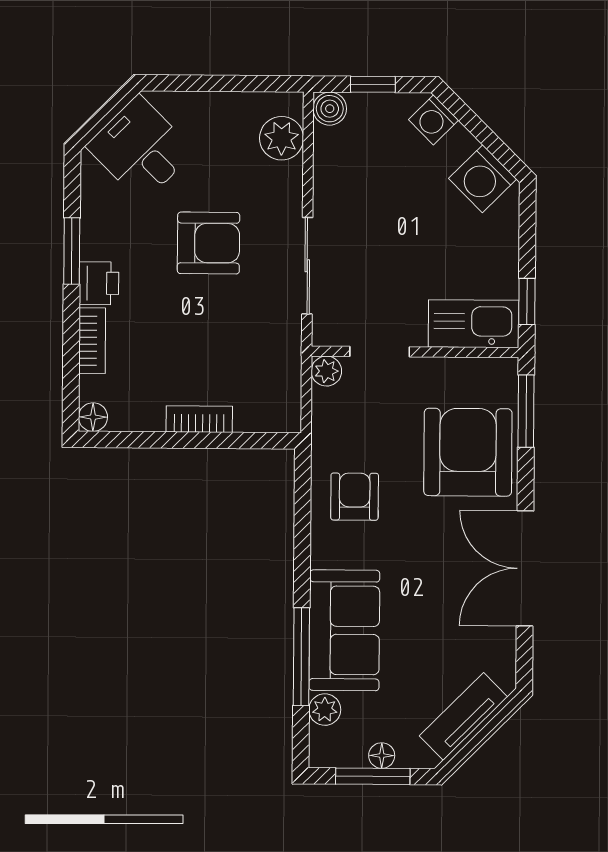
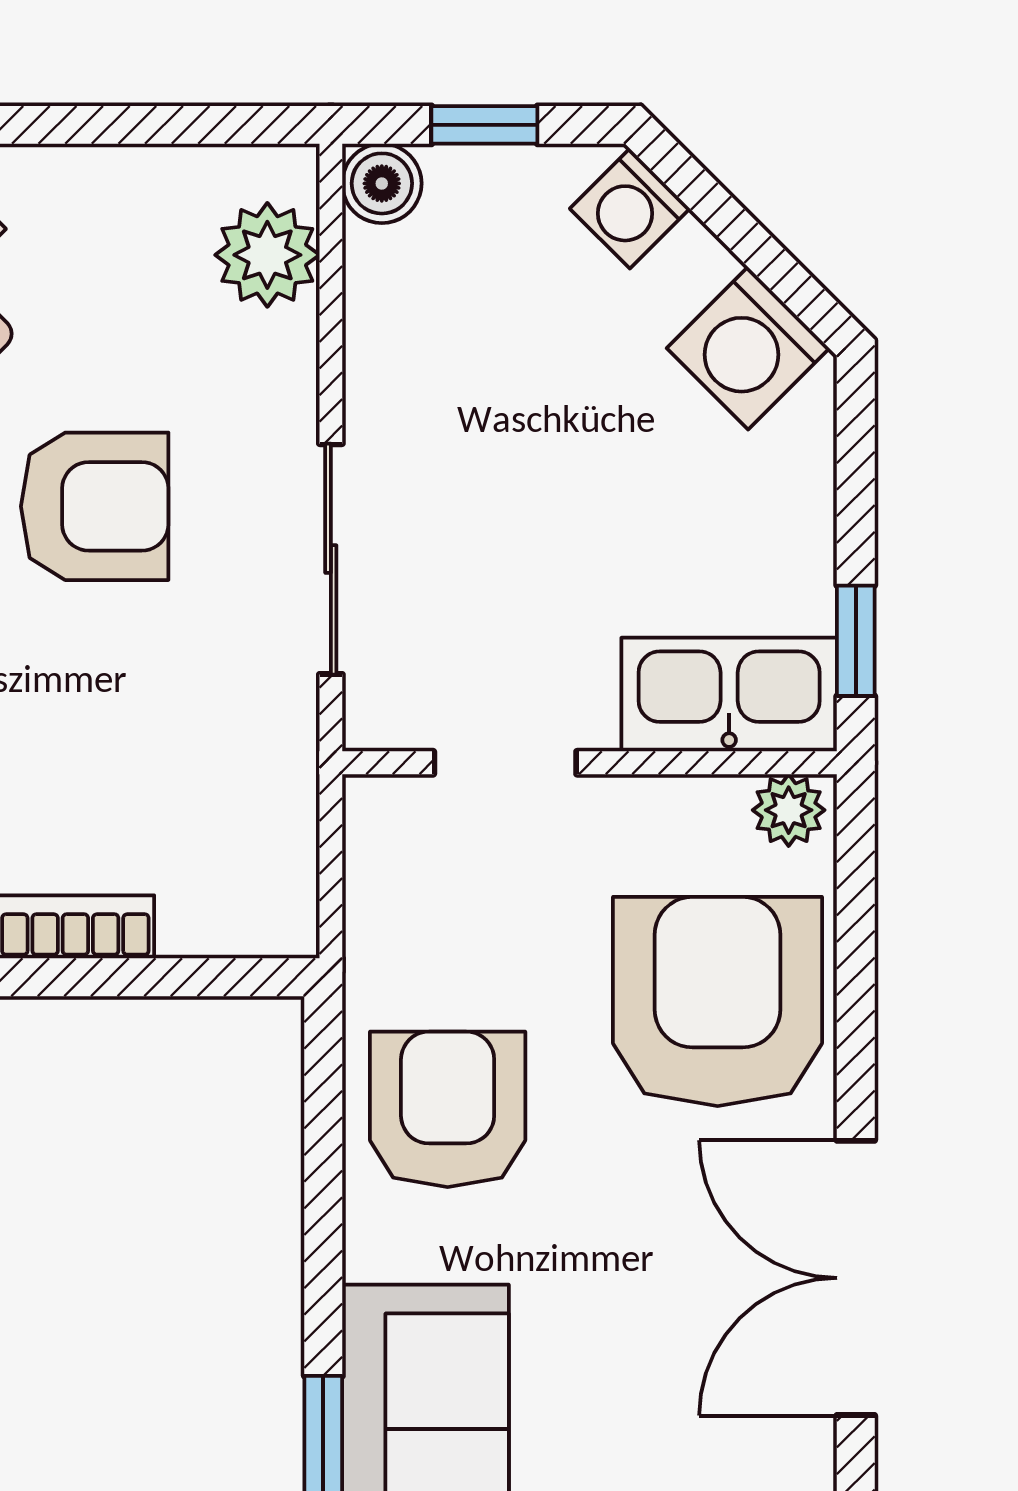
plant: (326, 371) -> (789, 810), moved
window: (526, 411) -> (856, 902), removed
armchair: (355, 497) -> (448, 1109), width x1.38, depth x1.38

